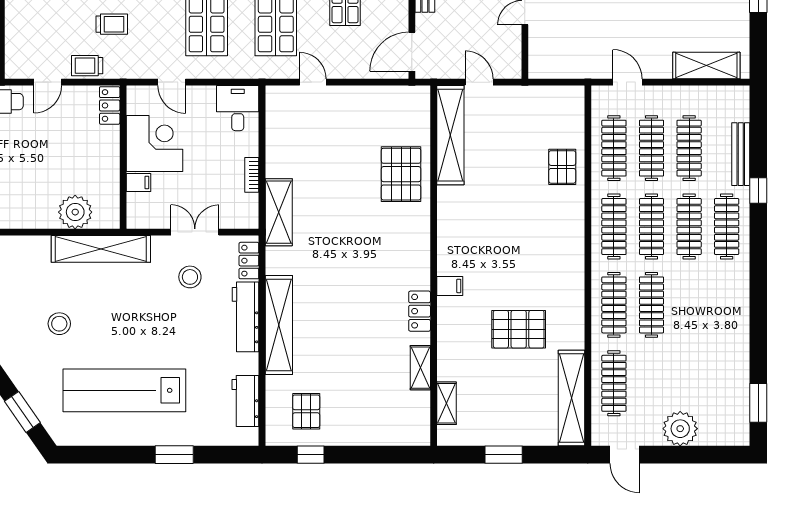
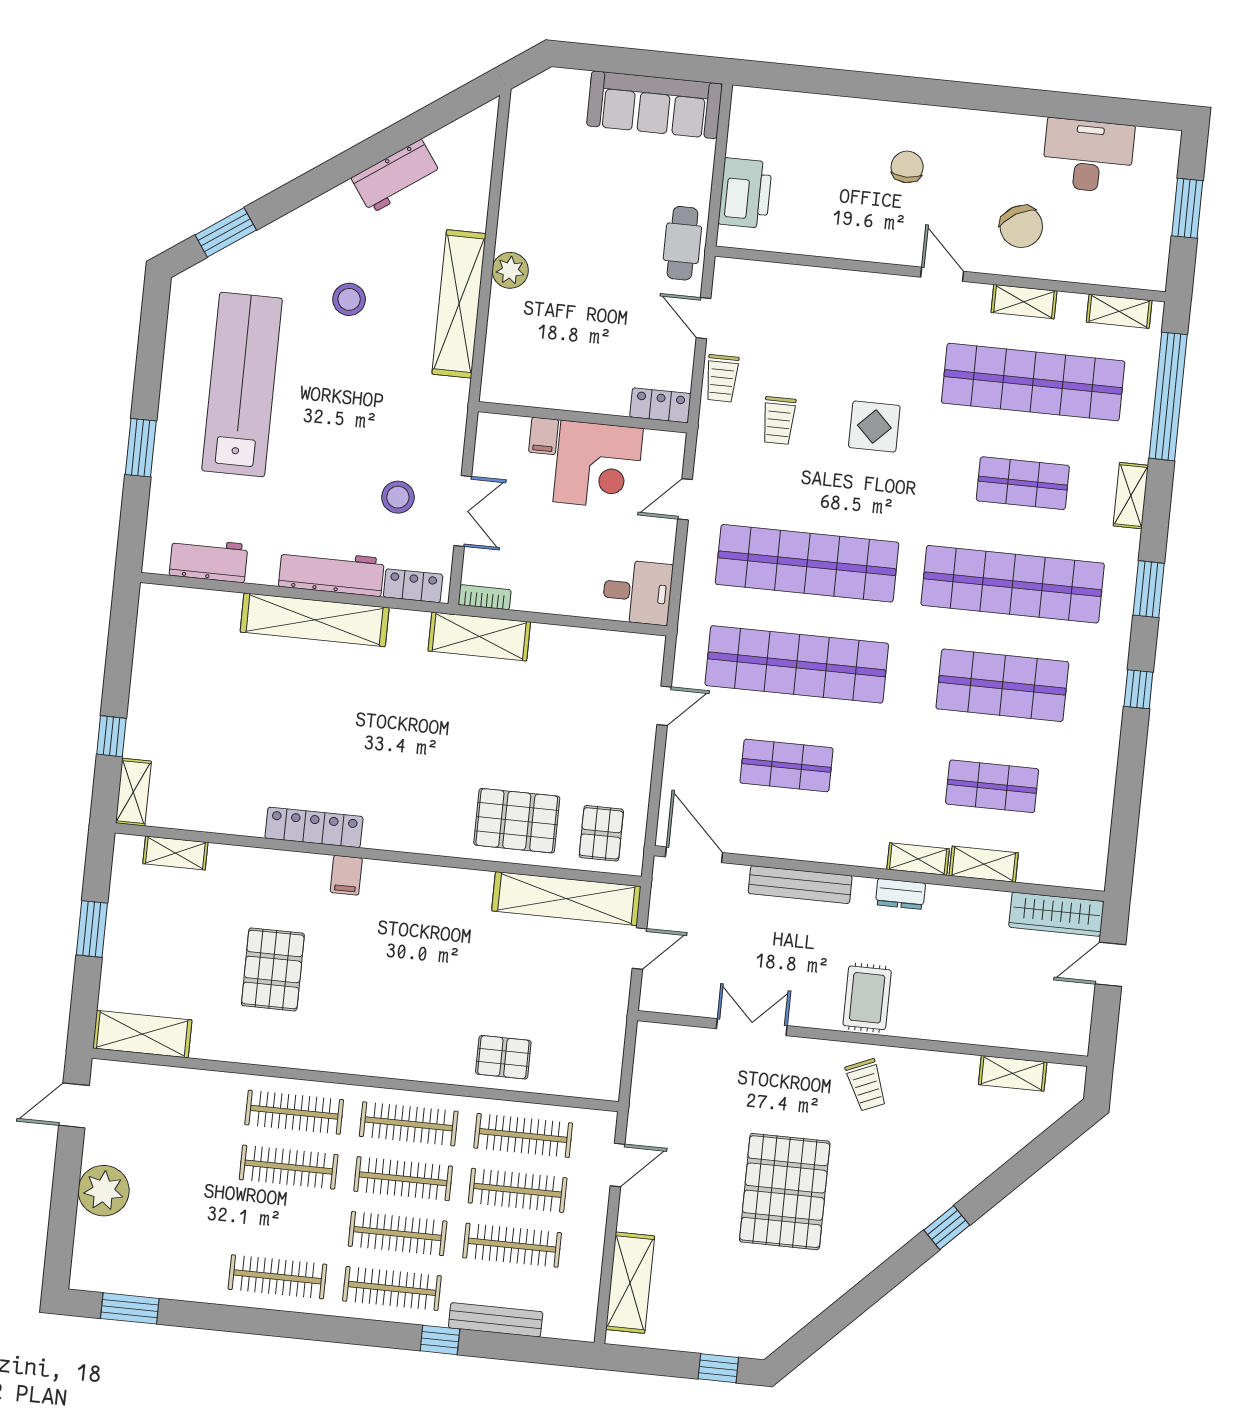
trolley: (87, 66) -> (722, 378), turned 180
bookcase: (252, 175) -> (485, 597), moved
plant: (75, 212) -> (510, 270), moved, width x0.73, depth x0.73
shelving: (101, 249) -> (459, 304), moved
locker: (420, 311) -> (314, 827), width x1.53
shelving: (420, 368) -> (133, 792), moved, turned 90
clothes rail: (614, 383) -> (277, 1277), moved
shelving: (571, 398) -> (142, 1034), width x0.68
pallet: (306, 411) -> (601, 833), moved, turned 90
window: (311, 455) -> (111, 736), moved

